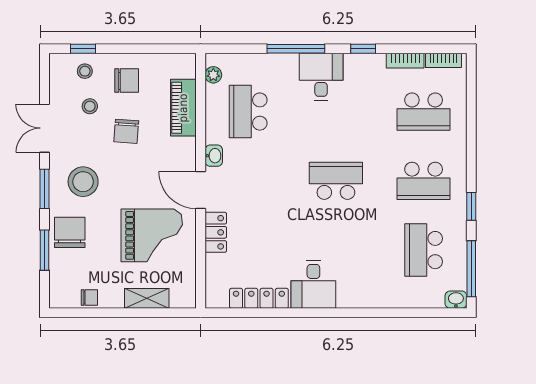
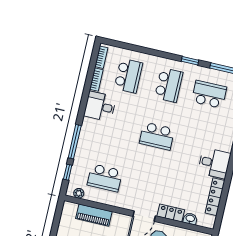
window: (363, 49) -> (68, 172), moved
desk: (321, 77) -> (100, 106), moved
washbasin: (214, 156) -> (190, 219), moved
school desk: (336, 181) -> (157, 136), turned -90
school desk: (424, 250) -> (209, 94), turned 180

